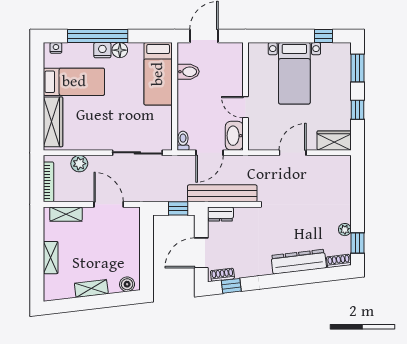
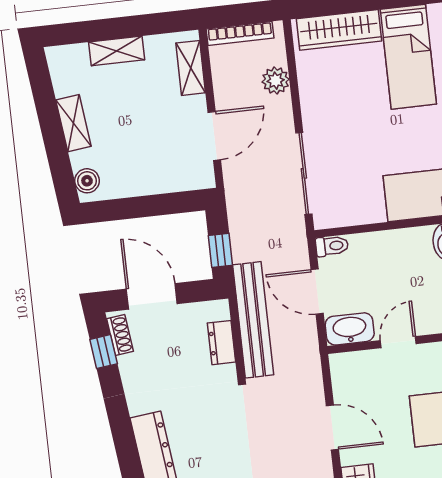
dresser: (220, 214) -> (221, 343), moved

